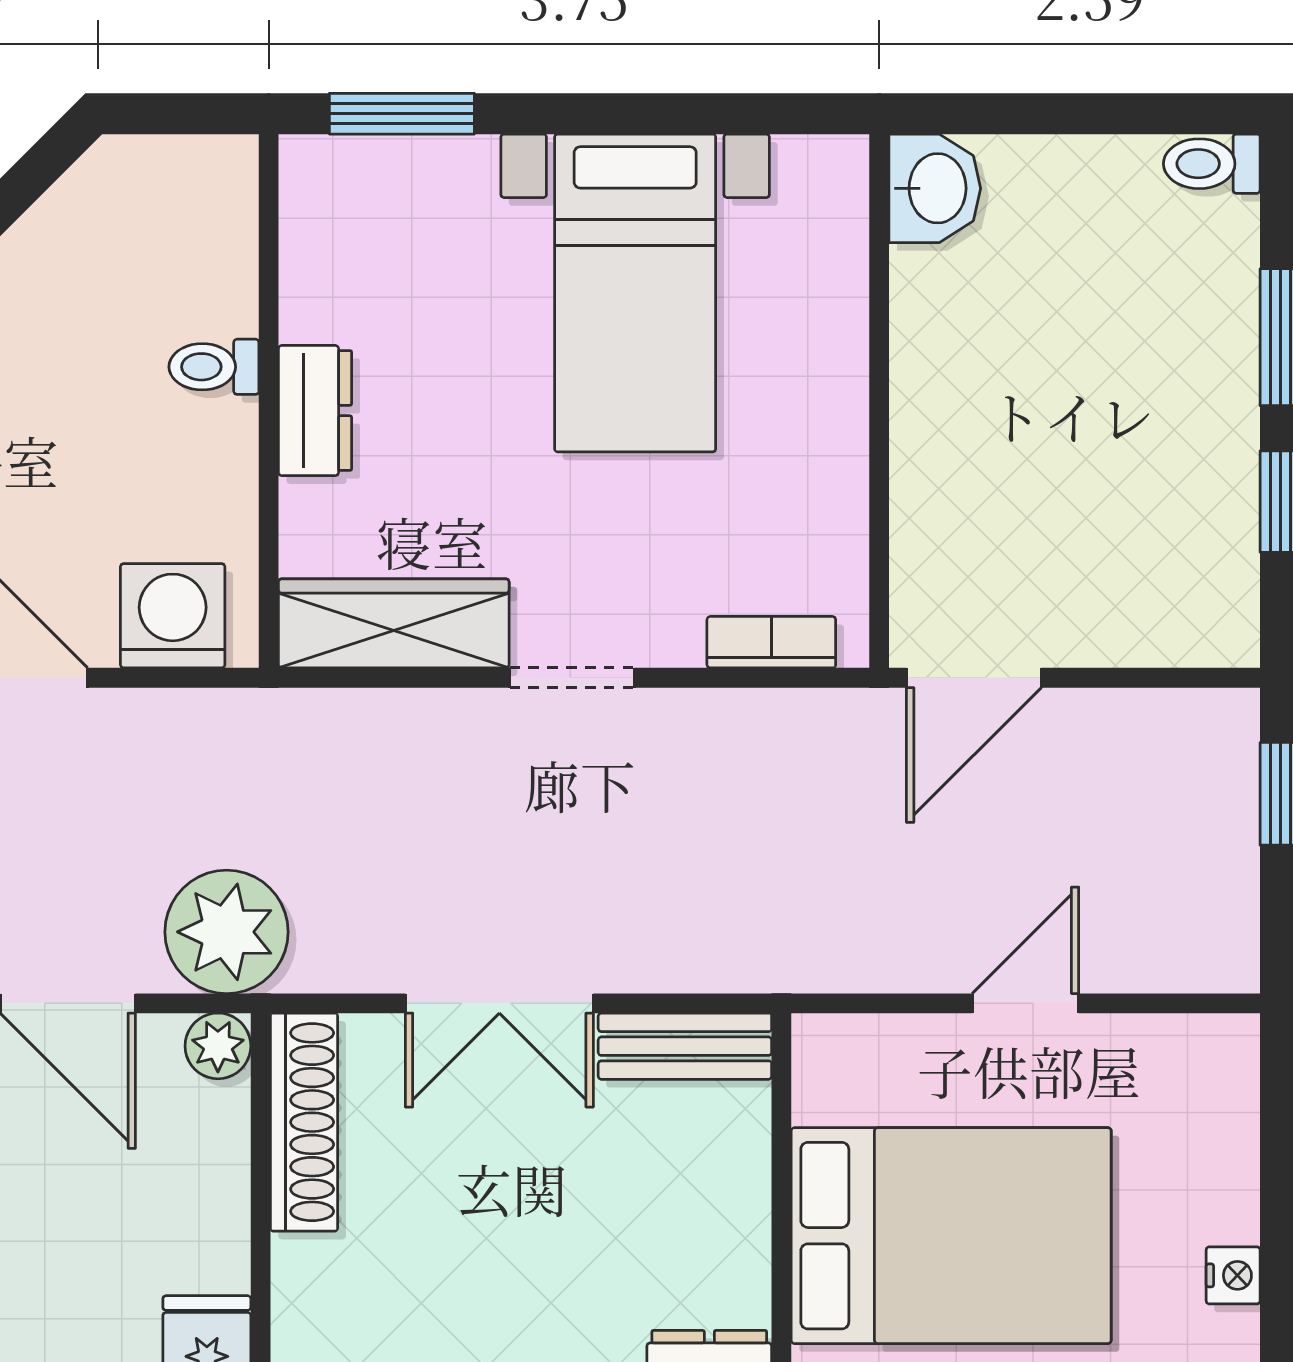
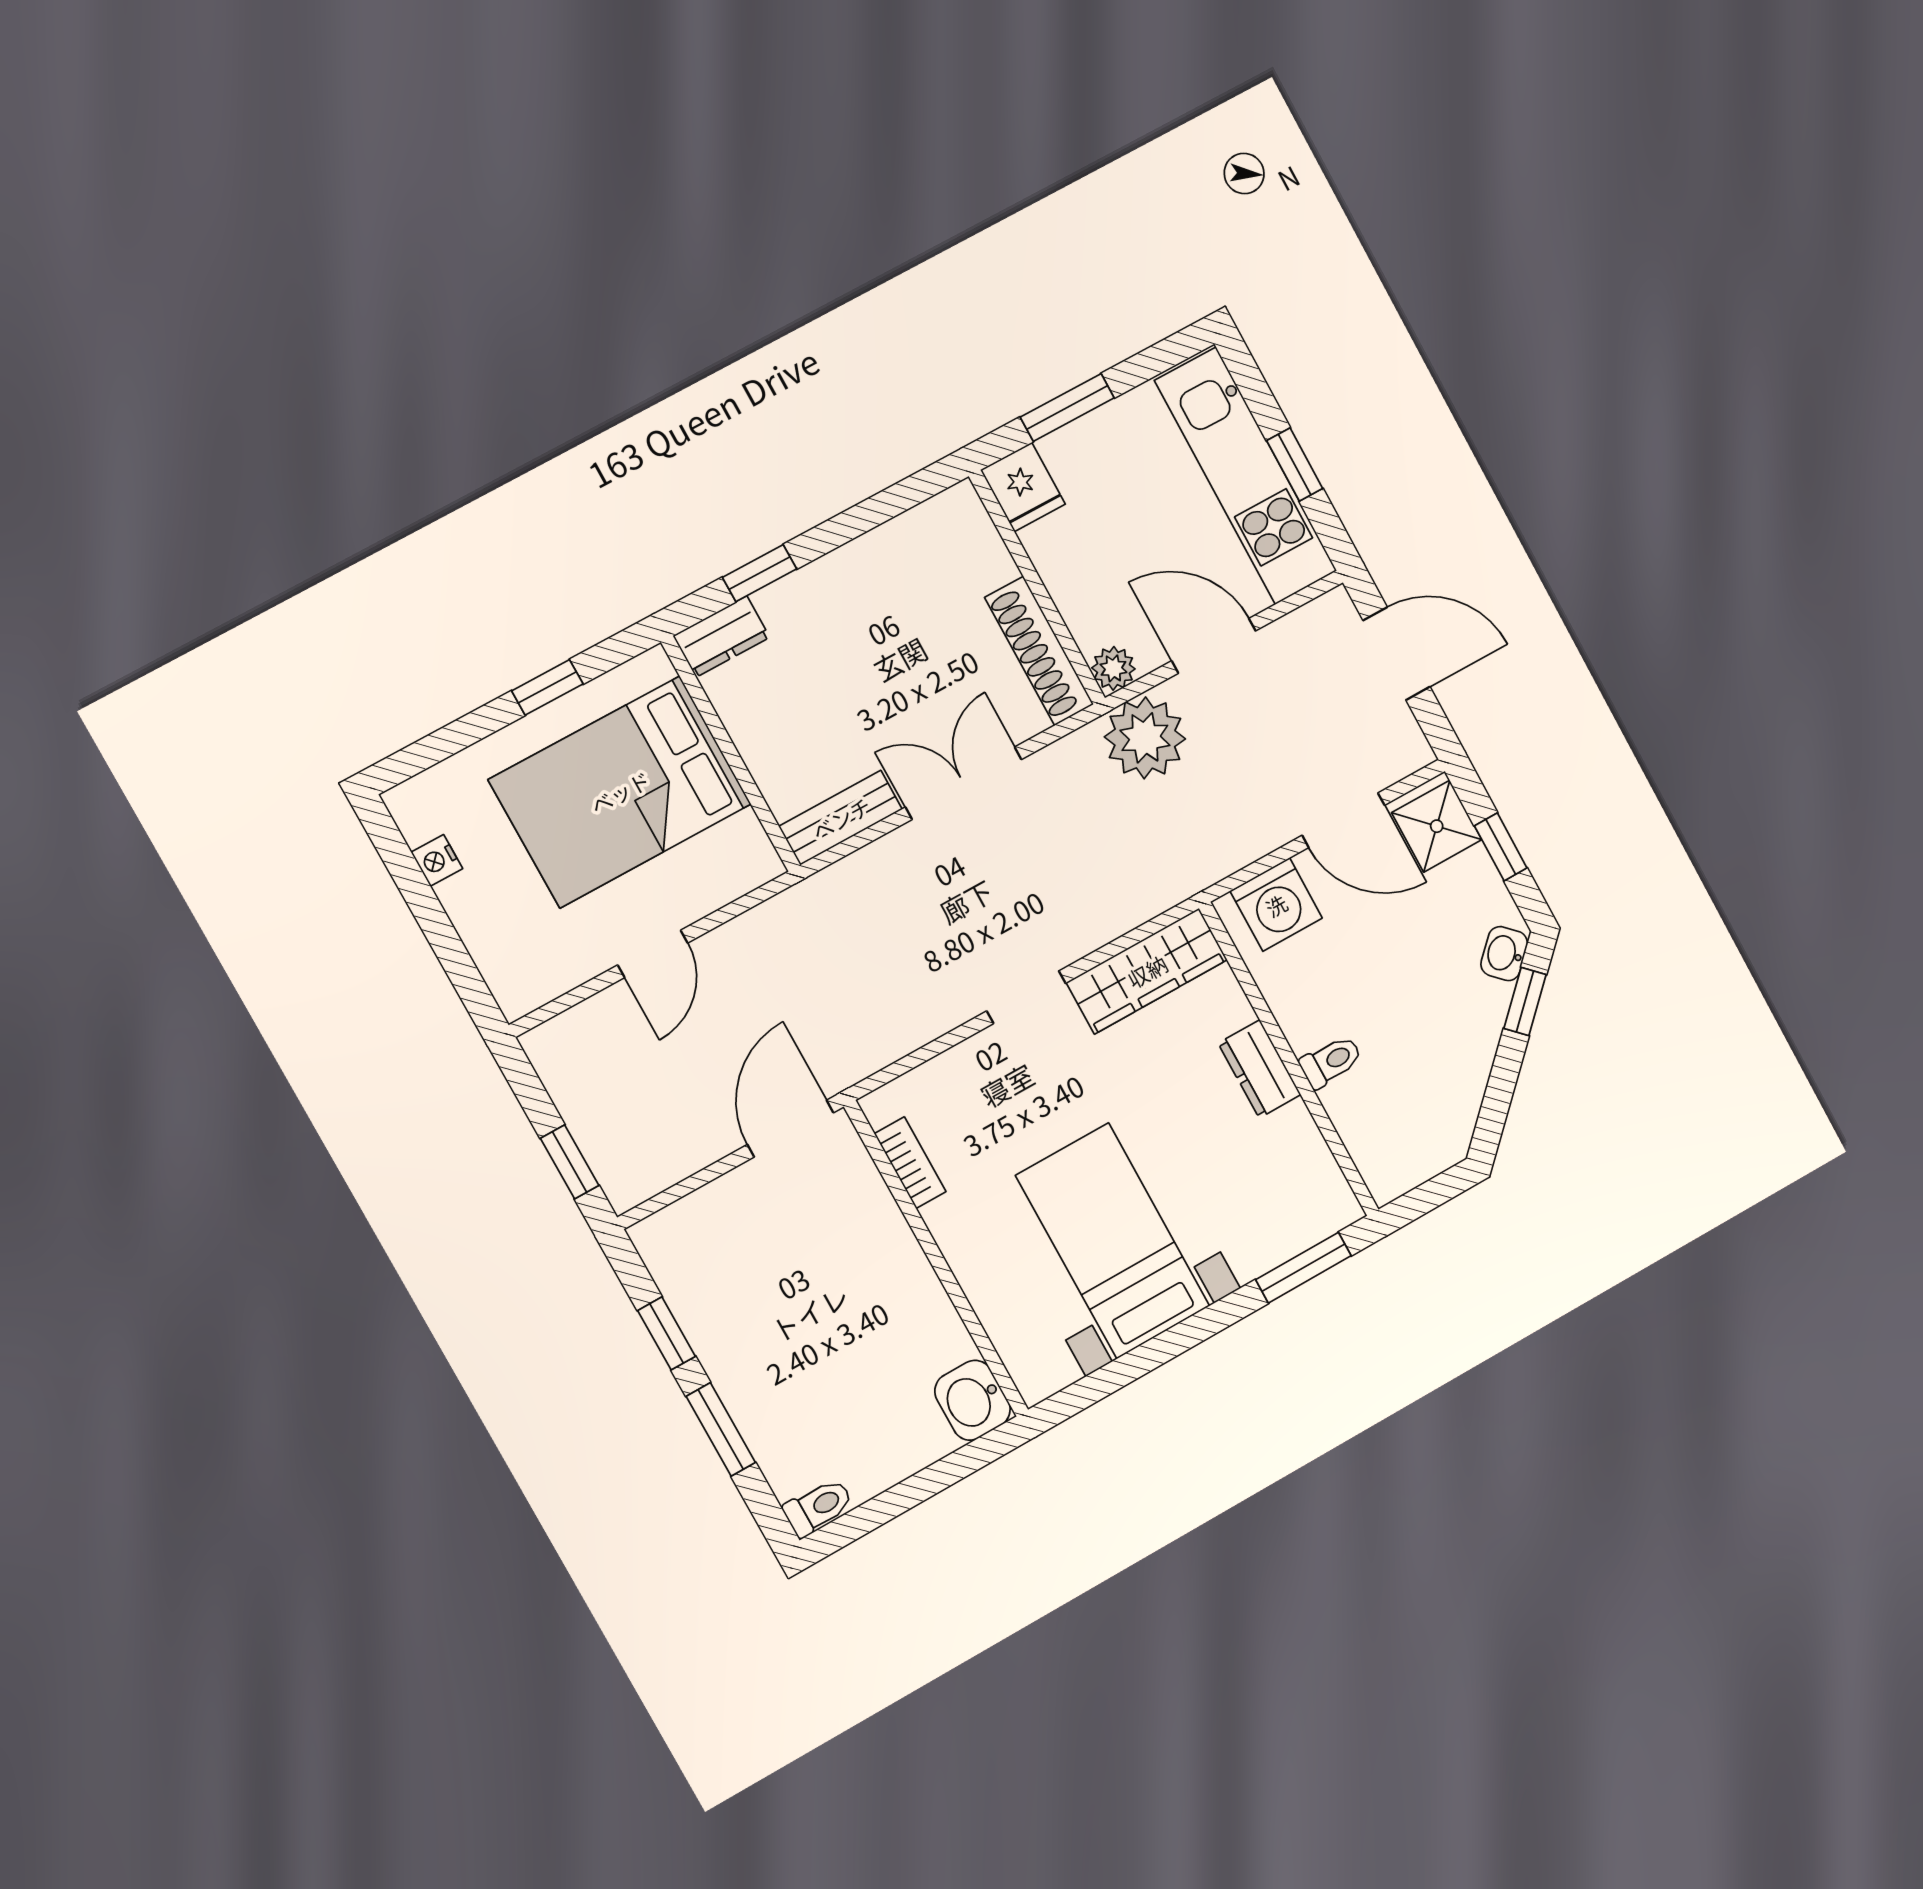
bookcase: (771, 642) -> (910, 1163), moved, turned -90

